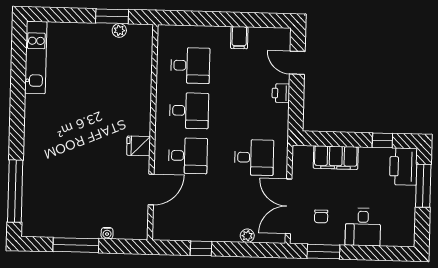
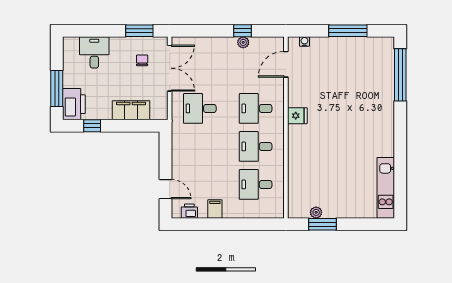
printer: (281, 93) -> (189, 211), moved, turned -90
door: (151, 189) -> (286, 64), moved
desk: (363, 227) -> (94, 52), moved
water cooler: (107, 233) -> (304, 42), moved
plant: (247, 236) -> (243, 42), moved

